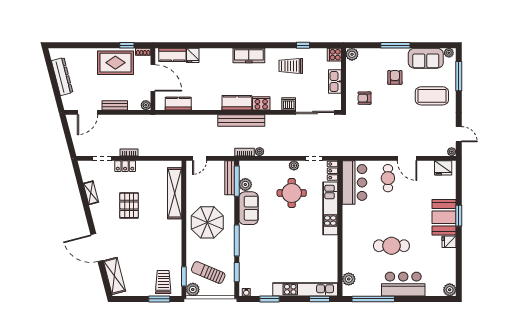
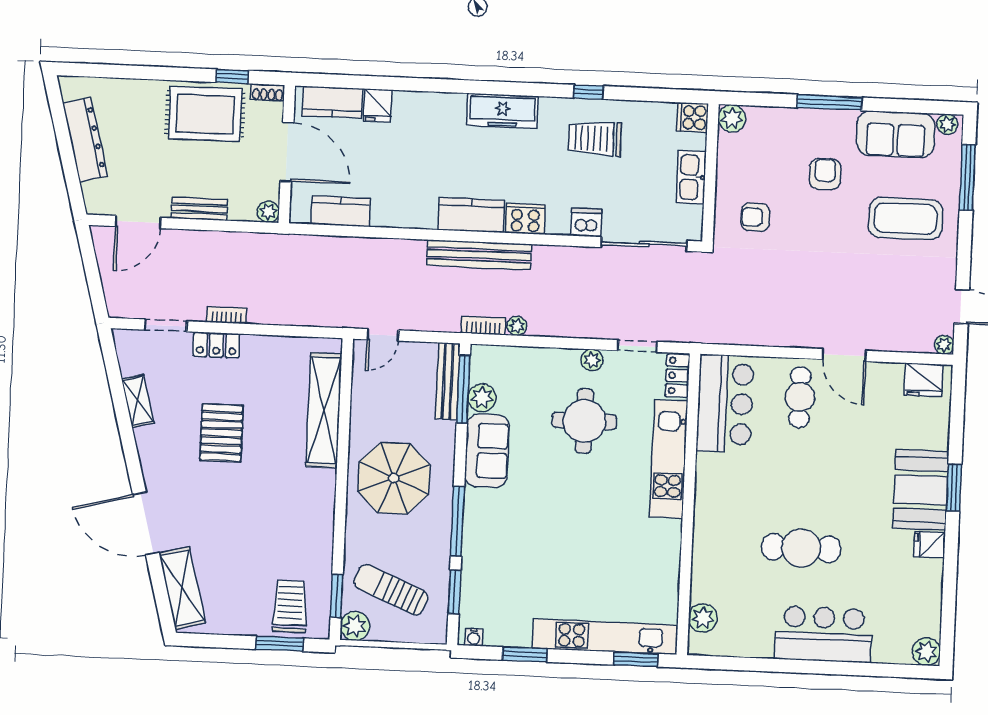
window: (303, 45) -> (588, 92), moved
window: (373, 299) -> (755, 664), removed

